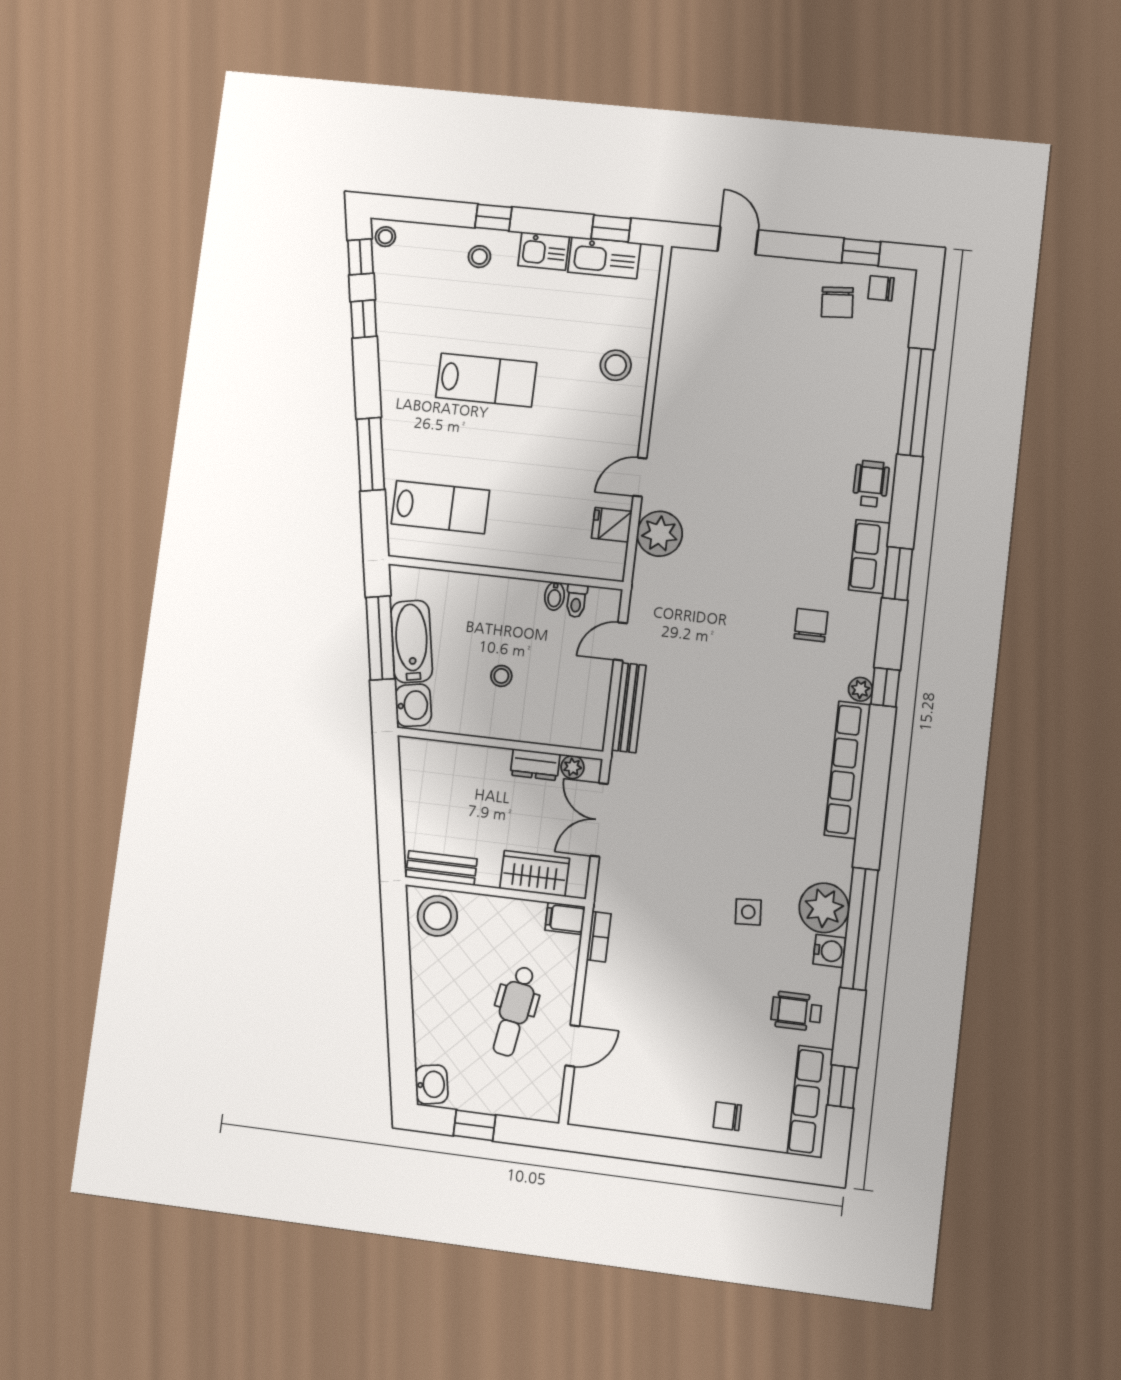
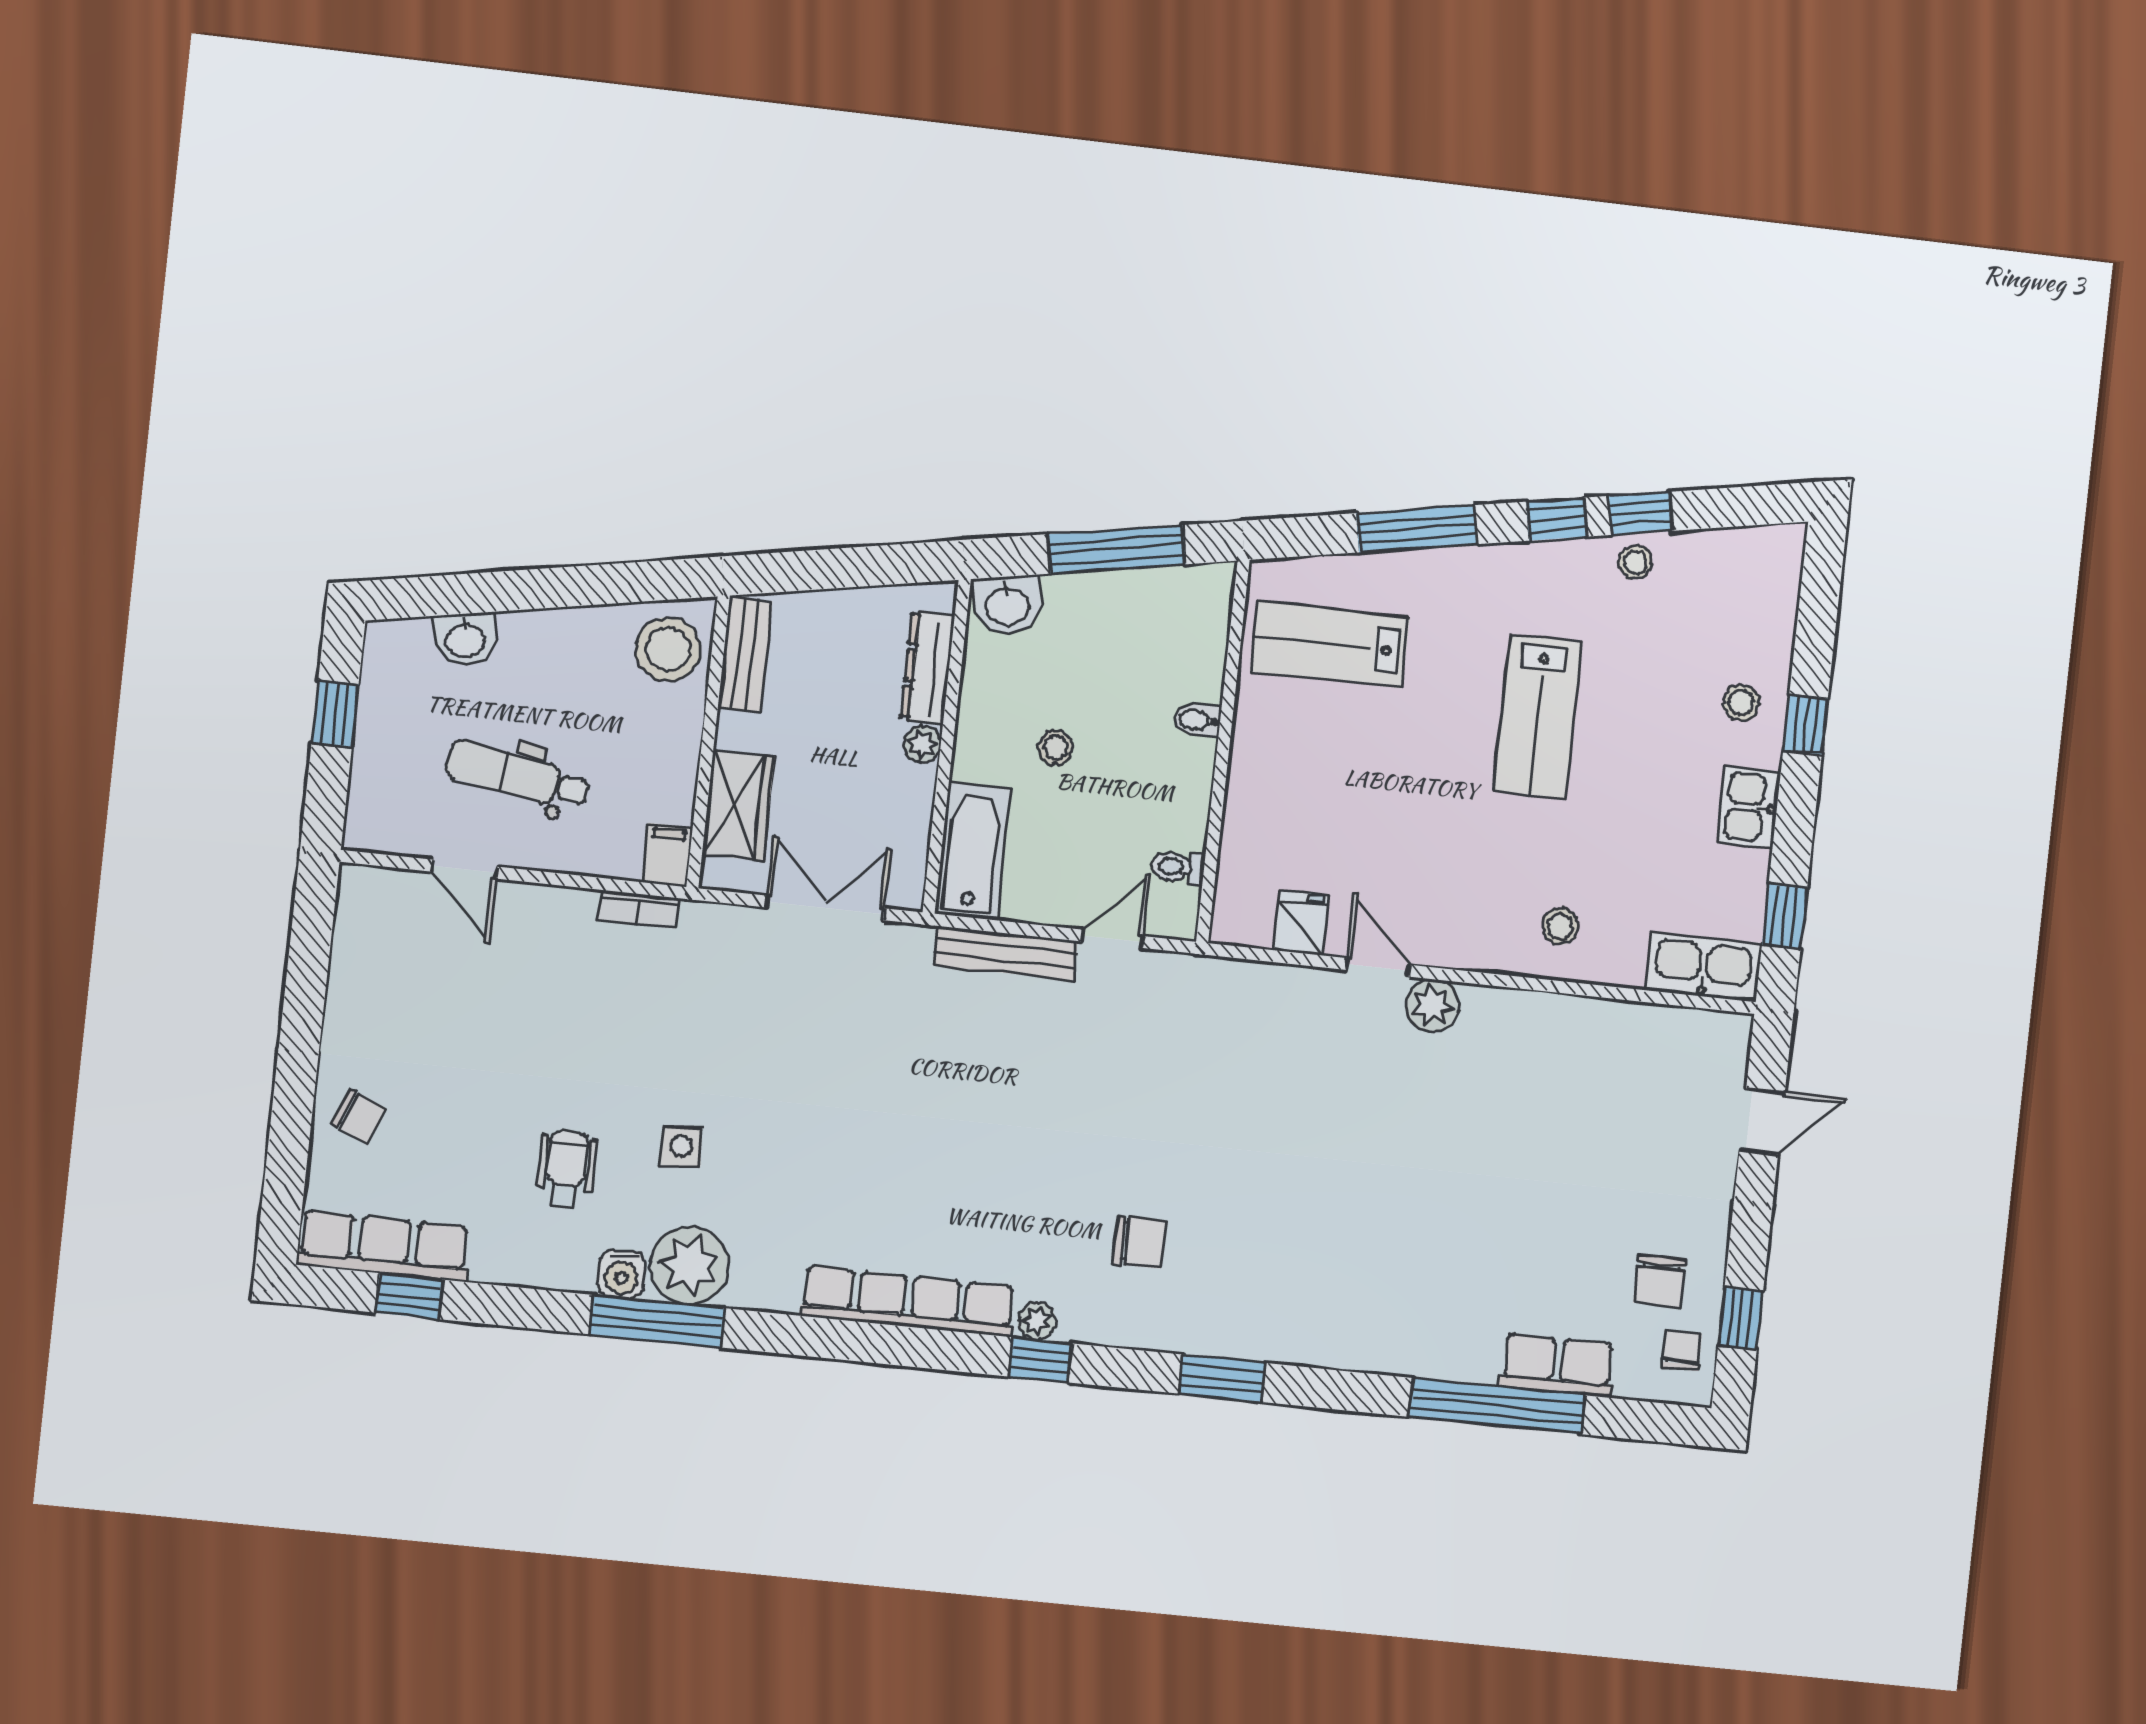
stool: (385, 237) -> (1635, 562), moved
window: (360, 257) -> (1557, 519), moved
kitchen sink: (604, 258) -> (1704, 967), moved, turned 90
chair: (837, 302) -> (1660, 1281), turned -86
stool: (616, 365) -> (1560, 926), width x0.73, depth x0.73
wheelchair: (871, 484) -> (1366, 1336), removed
lab bench: (440, 507) -> (1330, 644), turned 90
plant: (660, 534) -> (1432, 1006), moved, width x0.73, depth x0.73
row of seats: (869, 556) -> (1557, 1365), moved
bidet: (554, 596) -> (1197, 720), moved
bathtub: (412, 641) -> (973, 851), moved, turned -80
door: (620, 641) -> (1112, 939), hinge flipped
dresser: (535, 765) -> (928, 667), moved, width x1.44
plant: (573, 767) -> (922, 744), moved
window: (859, 929) -> (657, 1321), width x0.68
wheelchair: (796, 1011) -> (566, 1169), moved
washbasin: (432, 1084) -> (465, 639), moved
chair: (727, 1116) -> (358, 1116), turned 113

